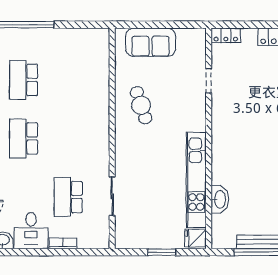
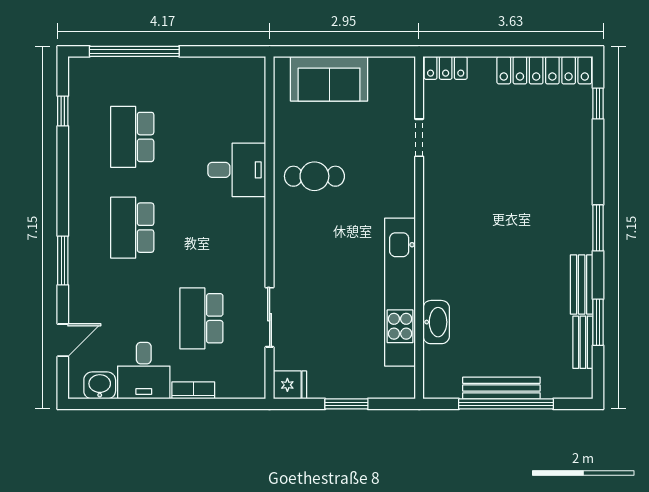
desk: (91, 101) -> (237, 170), added
cafe table: (141, 105) -> (314, 176), turned -72
fridge: (195, 238) -> (290, 385), moved, turned 180

